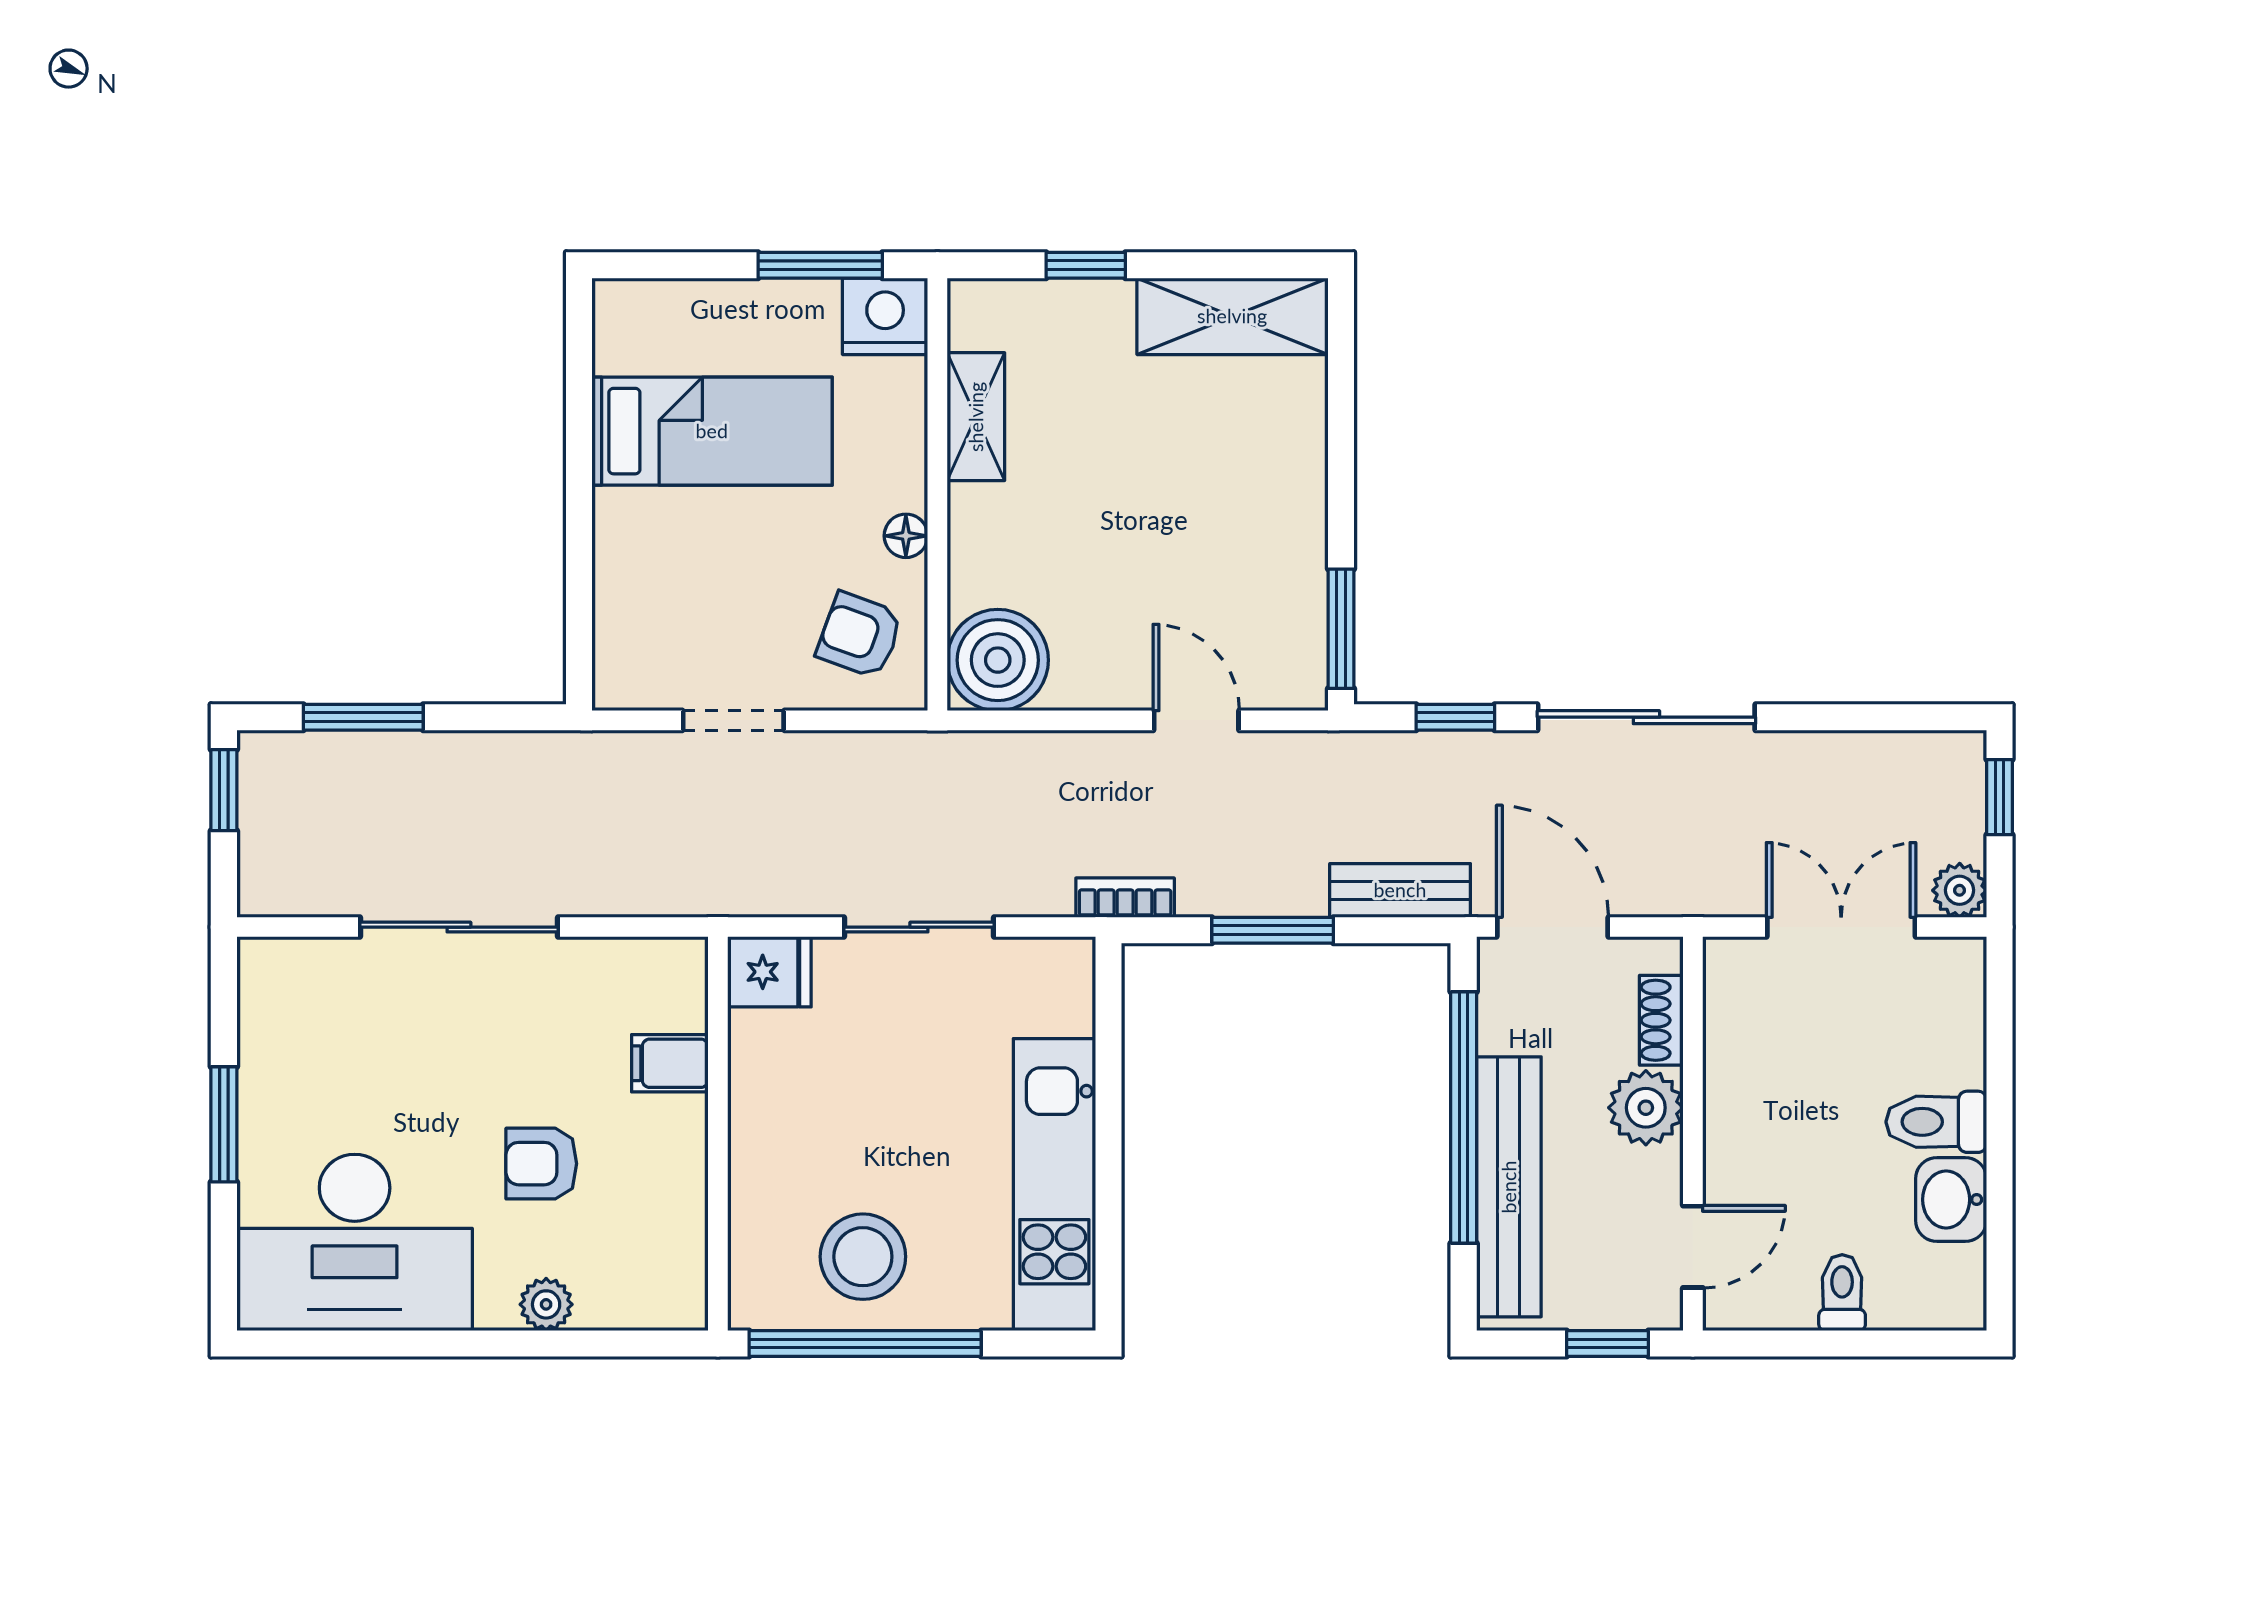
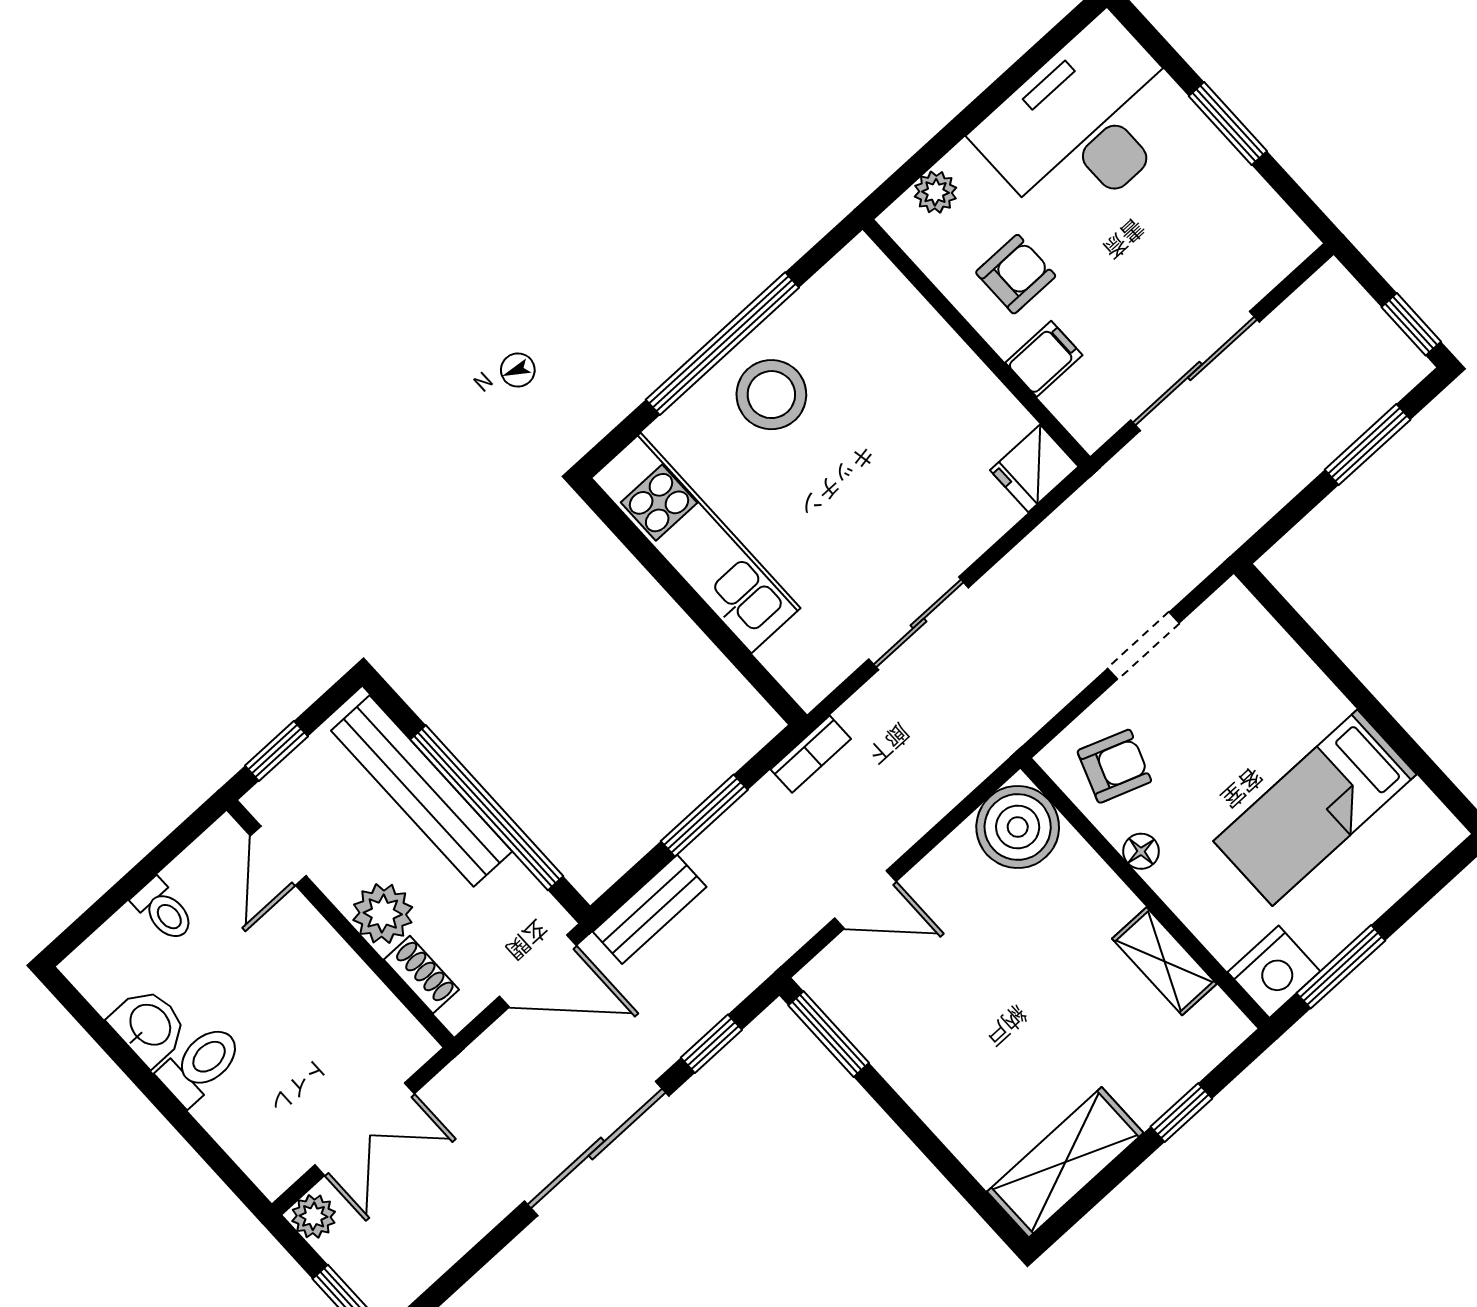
fridge: (769, 972) -> (1034, 468), moved
filing cabinet: (670, 1063) -> (1044, 359), moved
wall: (718, 1134) -> (976, 343), moved

